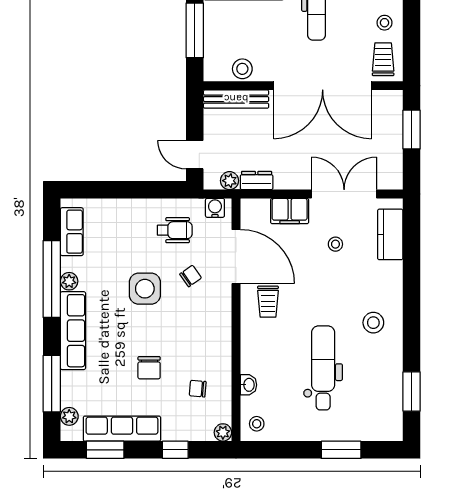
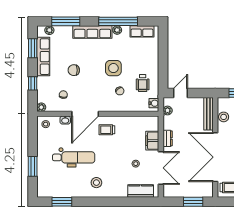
dresser: (257, 180) -> (168, 138), moved
door: (236, 257) -> (85, 114), moved

